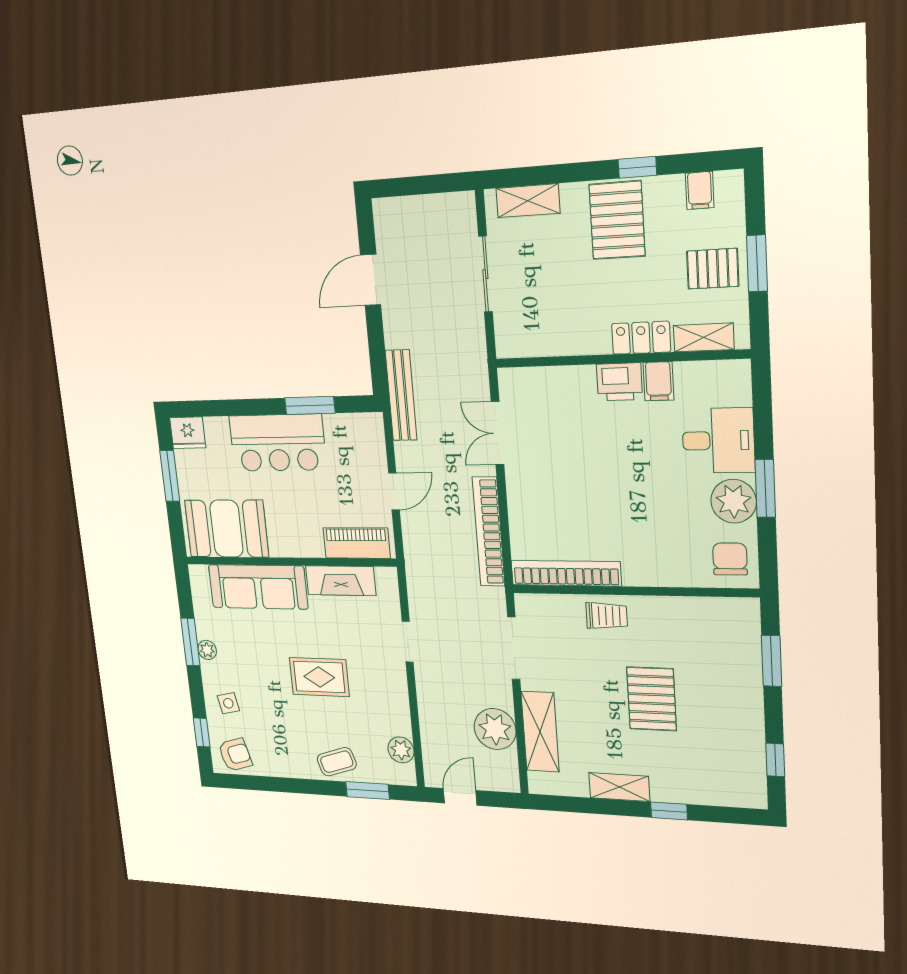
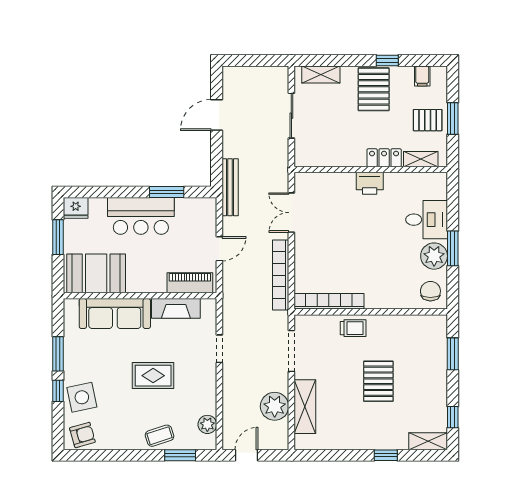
filing cabinet: (658, 381) -> (393, 184), removed
plant: (207, 650) -> (70, 359), removed
side table: (228, 703) -> (82, 397), width x1.87, depth x1.87
window: (202, 732) -> (58, 391), moved
shelving: (619, 787) -> (428, 441), moved

